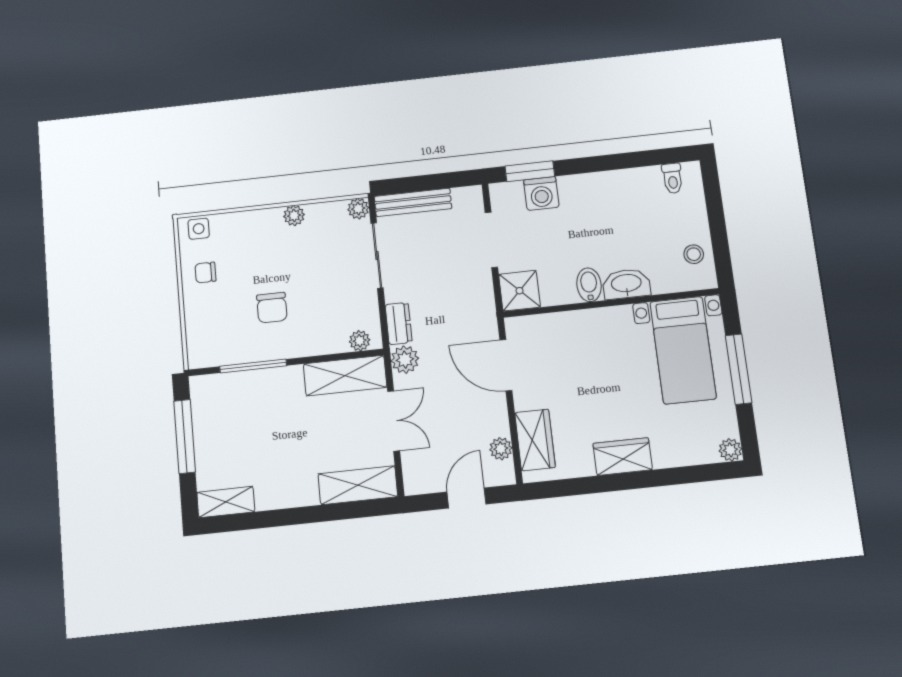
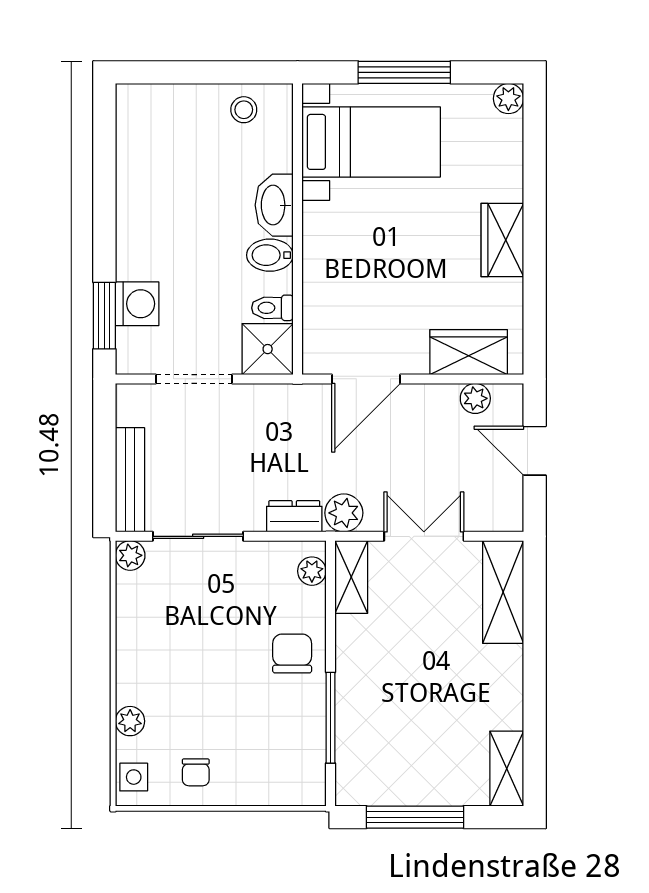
toilet: (672, 178) -> (272, 308), moved, turned 180
plant: (294, 216) -> (130, 721), moved
chair: (272, 308) -> (292, 653), moved, turned -90
shelving: (345, 376) -> (351, 577), width x0.67, depth x0.75

